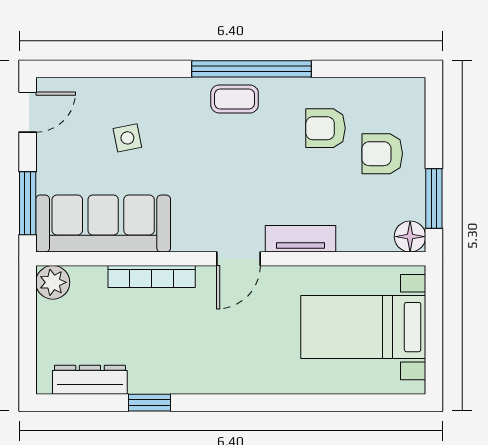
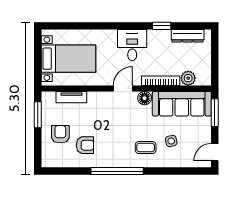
coffee table: (235, 99) -> (146, 148), moved
armchair: (382, 154) -> (60, 134), turned -90
floor lamp: (410, 237) -> (145, 98), moved
tv unit: (300, 239) -> (71, 97), moved
plant: (53, 282) -> (188, 78), moved
desk: (217, 358) -> (132, 45), added

